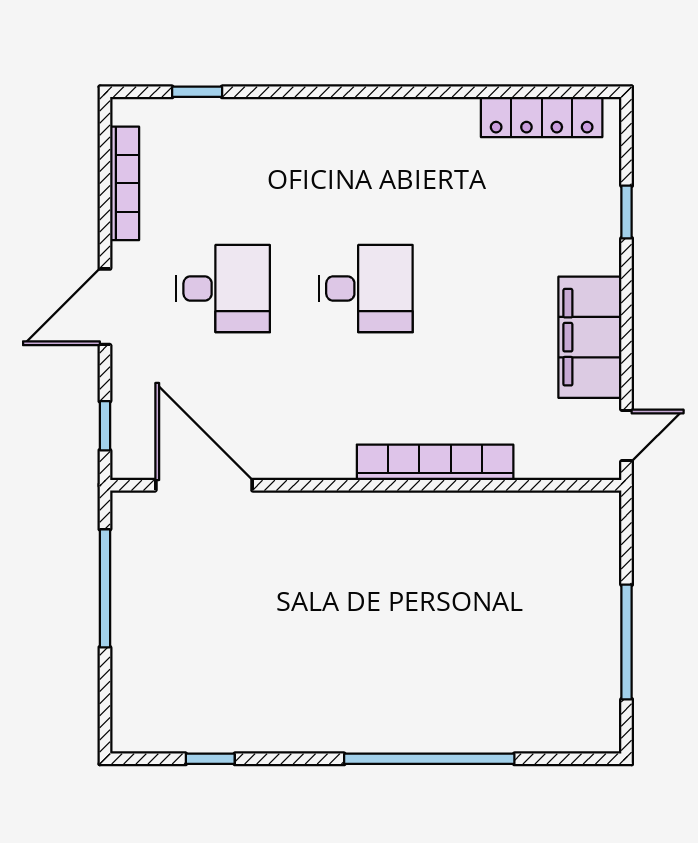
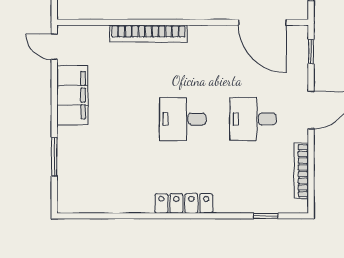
locker: (542, 117) -> (184, 203), moved
window: (627, 212) -> (54, 157), width x1.50
door: (627, 436) -> (54, 47), hinge flipped

